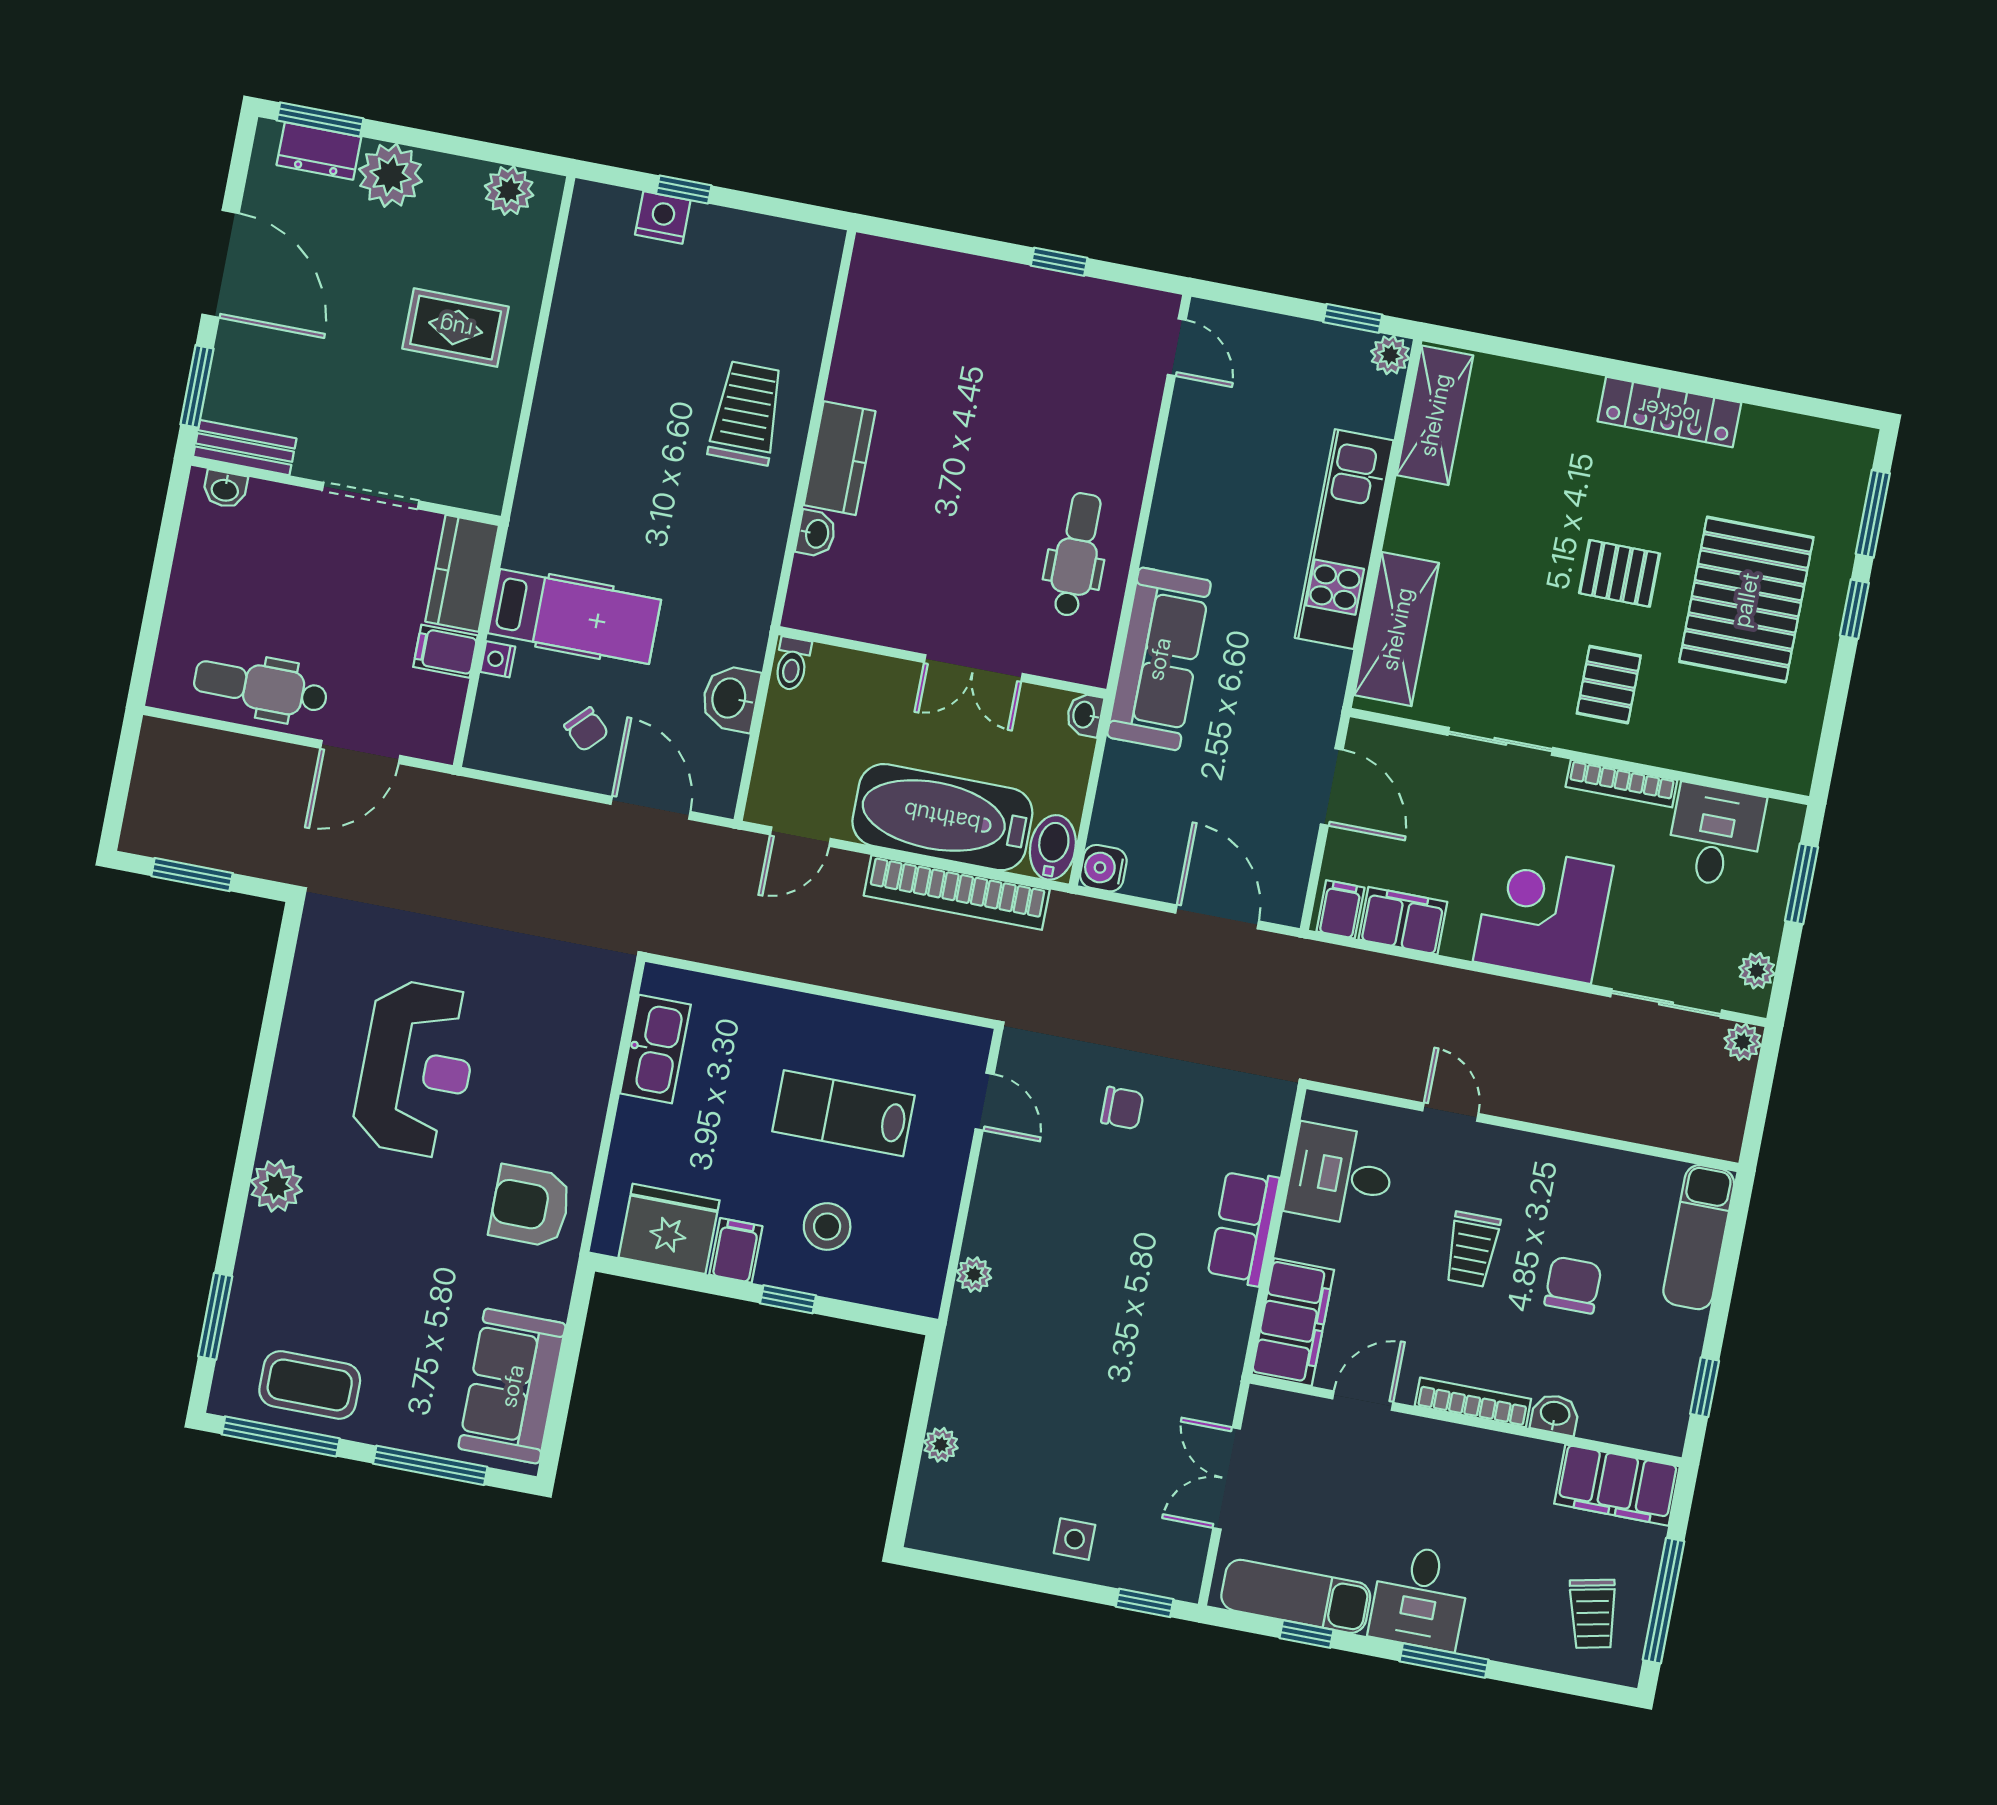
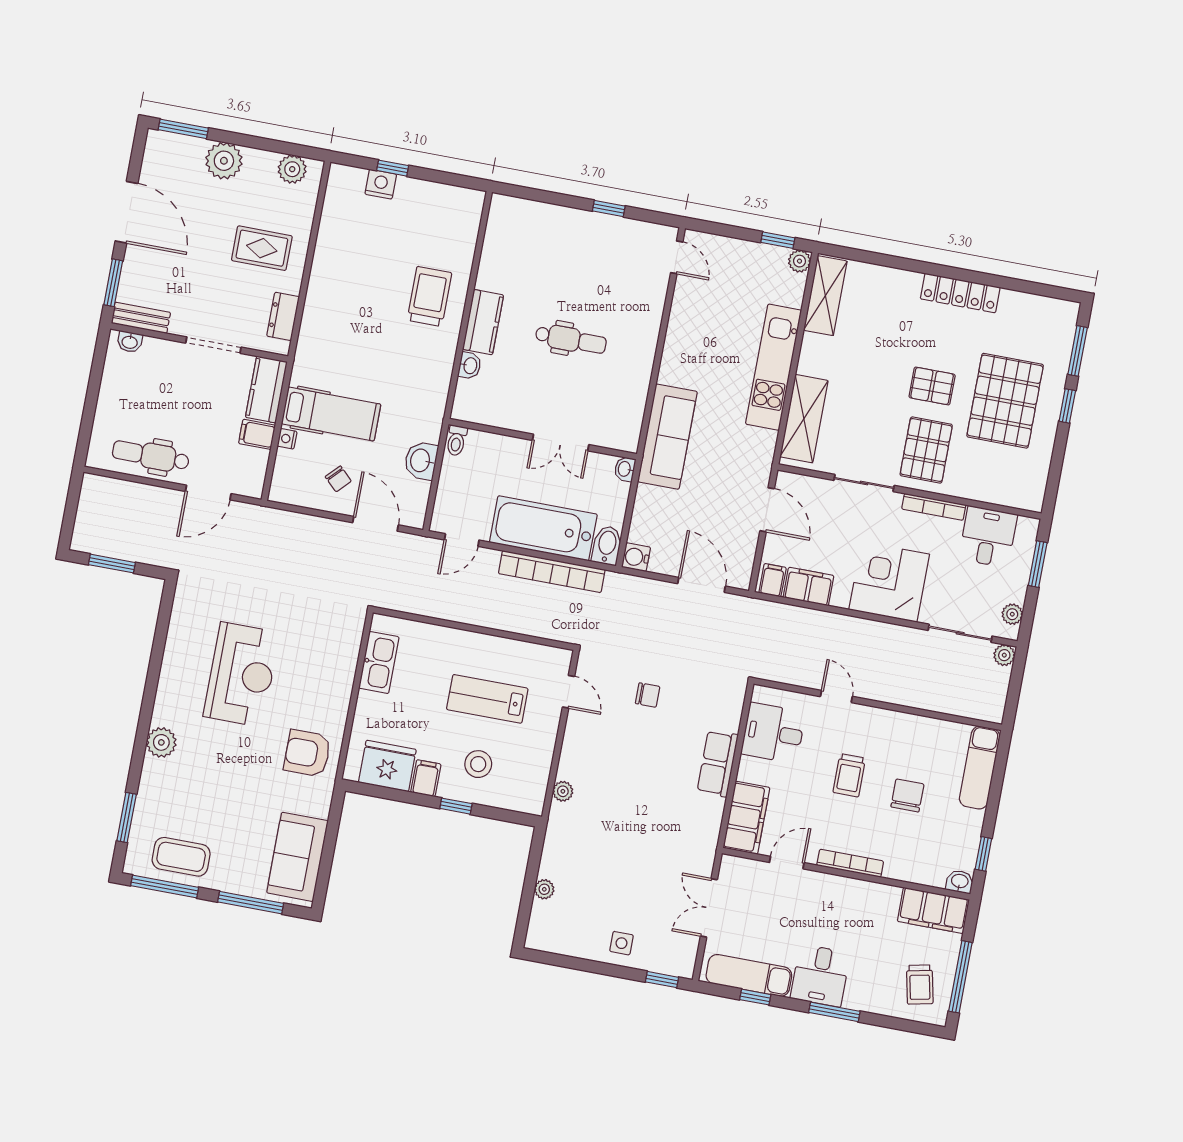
dresser: (319, 151) -> (283, 316), moved, turned 90
dental chair: (1076, 555) -> (571, 340), moved, turned 90
pallet: (1609, 685) -> (926, 450), width x1.50, depth x1.42
washbasin: (1555, 1414) -> (960, 882), moved

